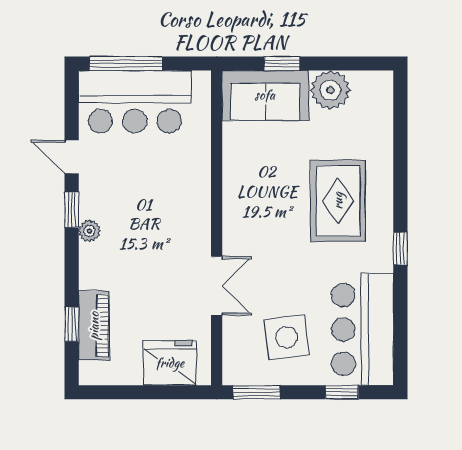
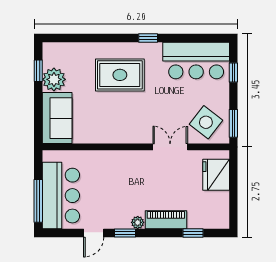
window: (282, 63) -> (38, 71), moved
piano: (94, 326) -> (166, 220), moved
side table: (286, 337) -> (206, 122), moved, turned 45

